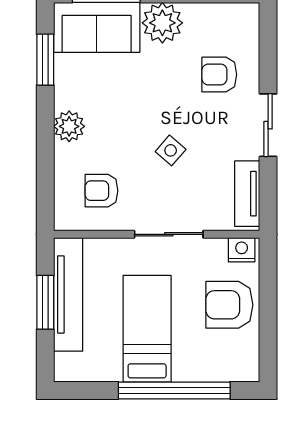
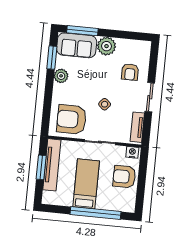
armchair: (219, 74) -> (130, 72), turned -90
plant: (69, 126) -> (61, 76), moved
armchair: (101, 191) -> (72, 119), width x1.88, depth x1.88

